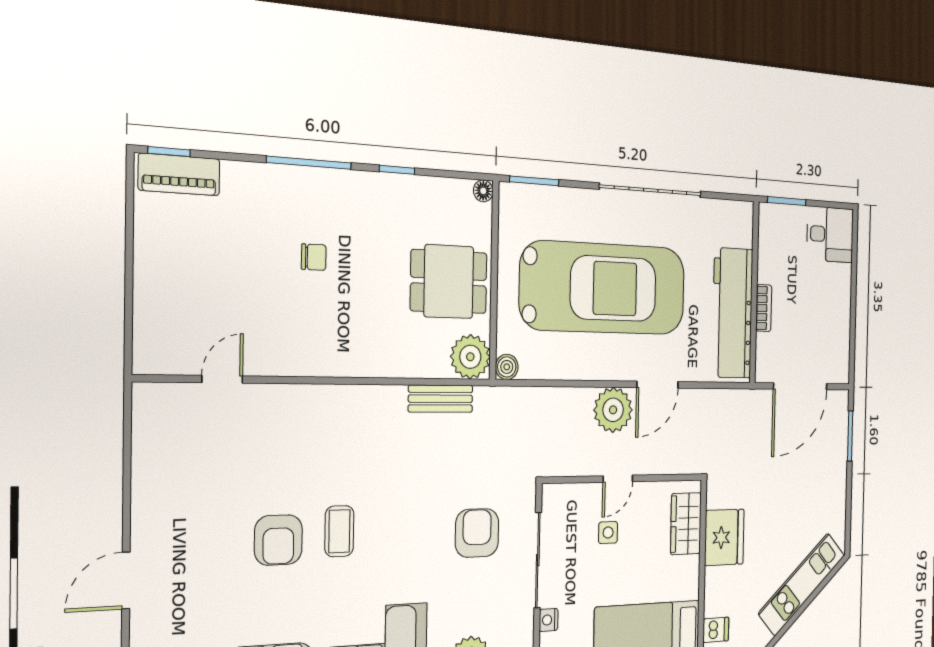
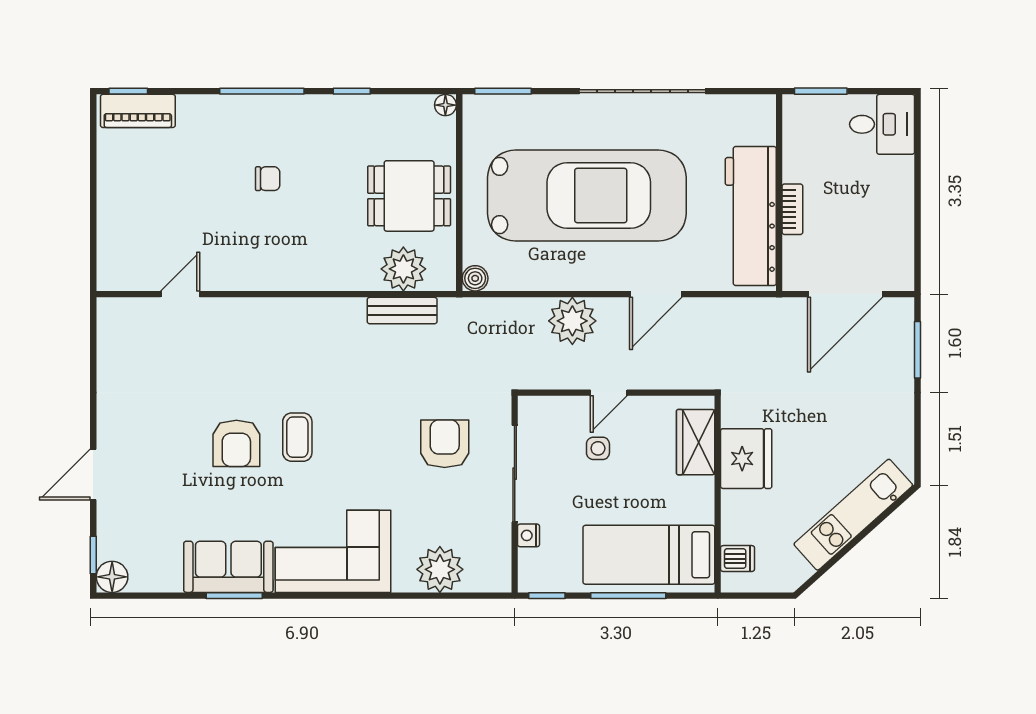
plant: (470, 357) -> (403, 269), moved
plant: (613, 410) -> (572, 321), moved

